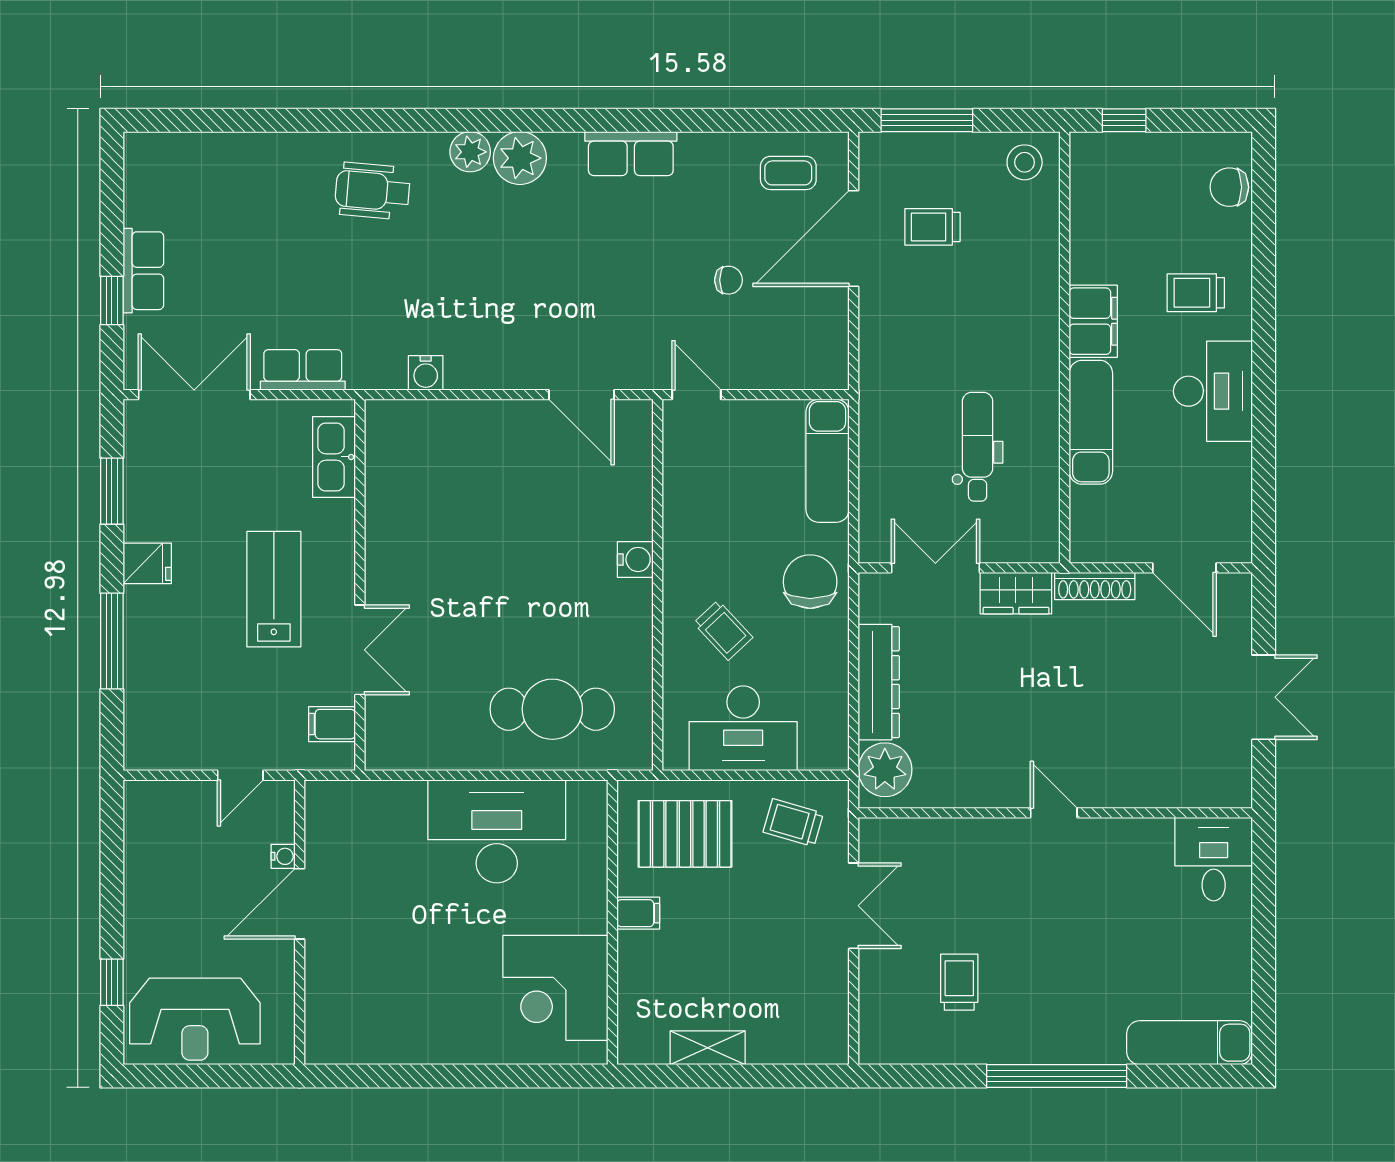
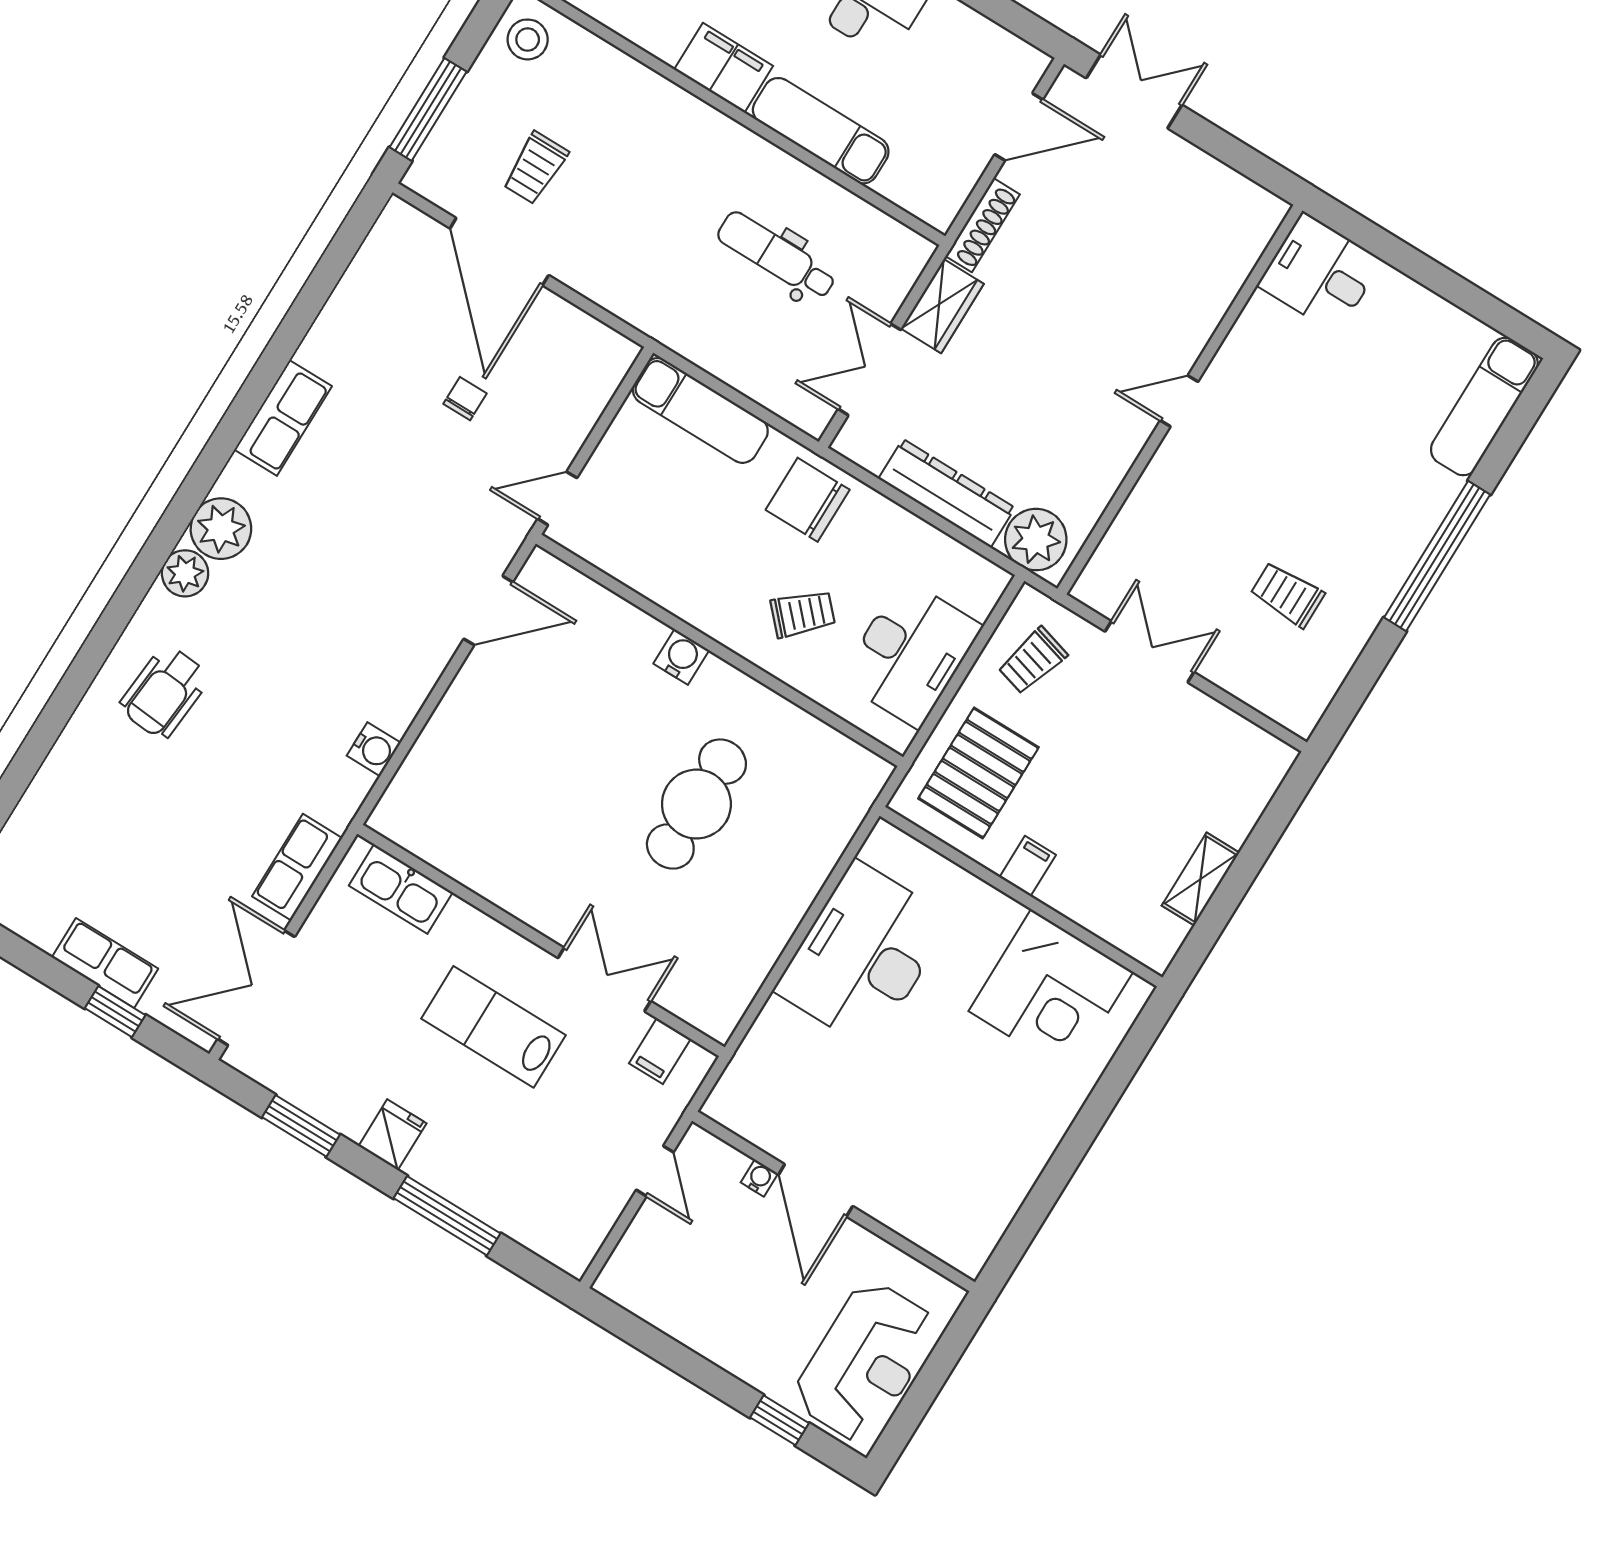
coffee table: (788, 173) -> (396, 276), removed
double door: (1264, 697) -> (1134, 91), moved
cafe table: (552, 709) -> (696, 804), moved

